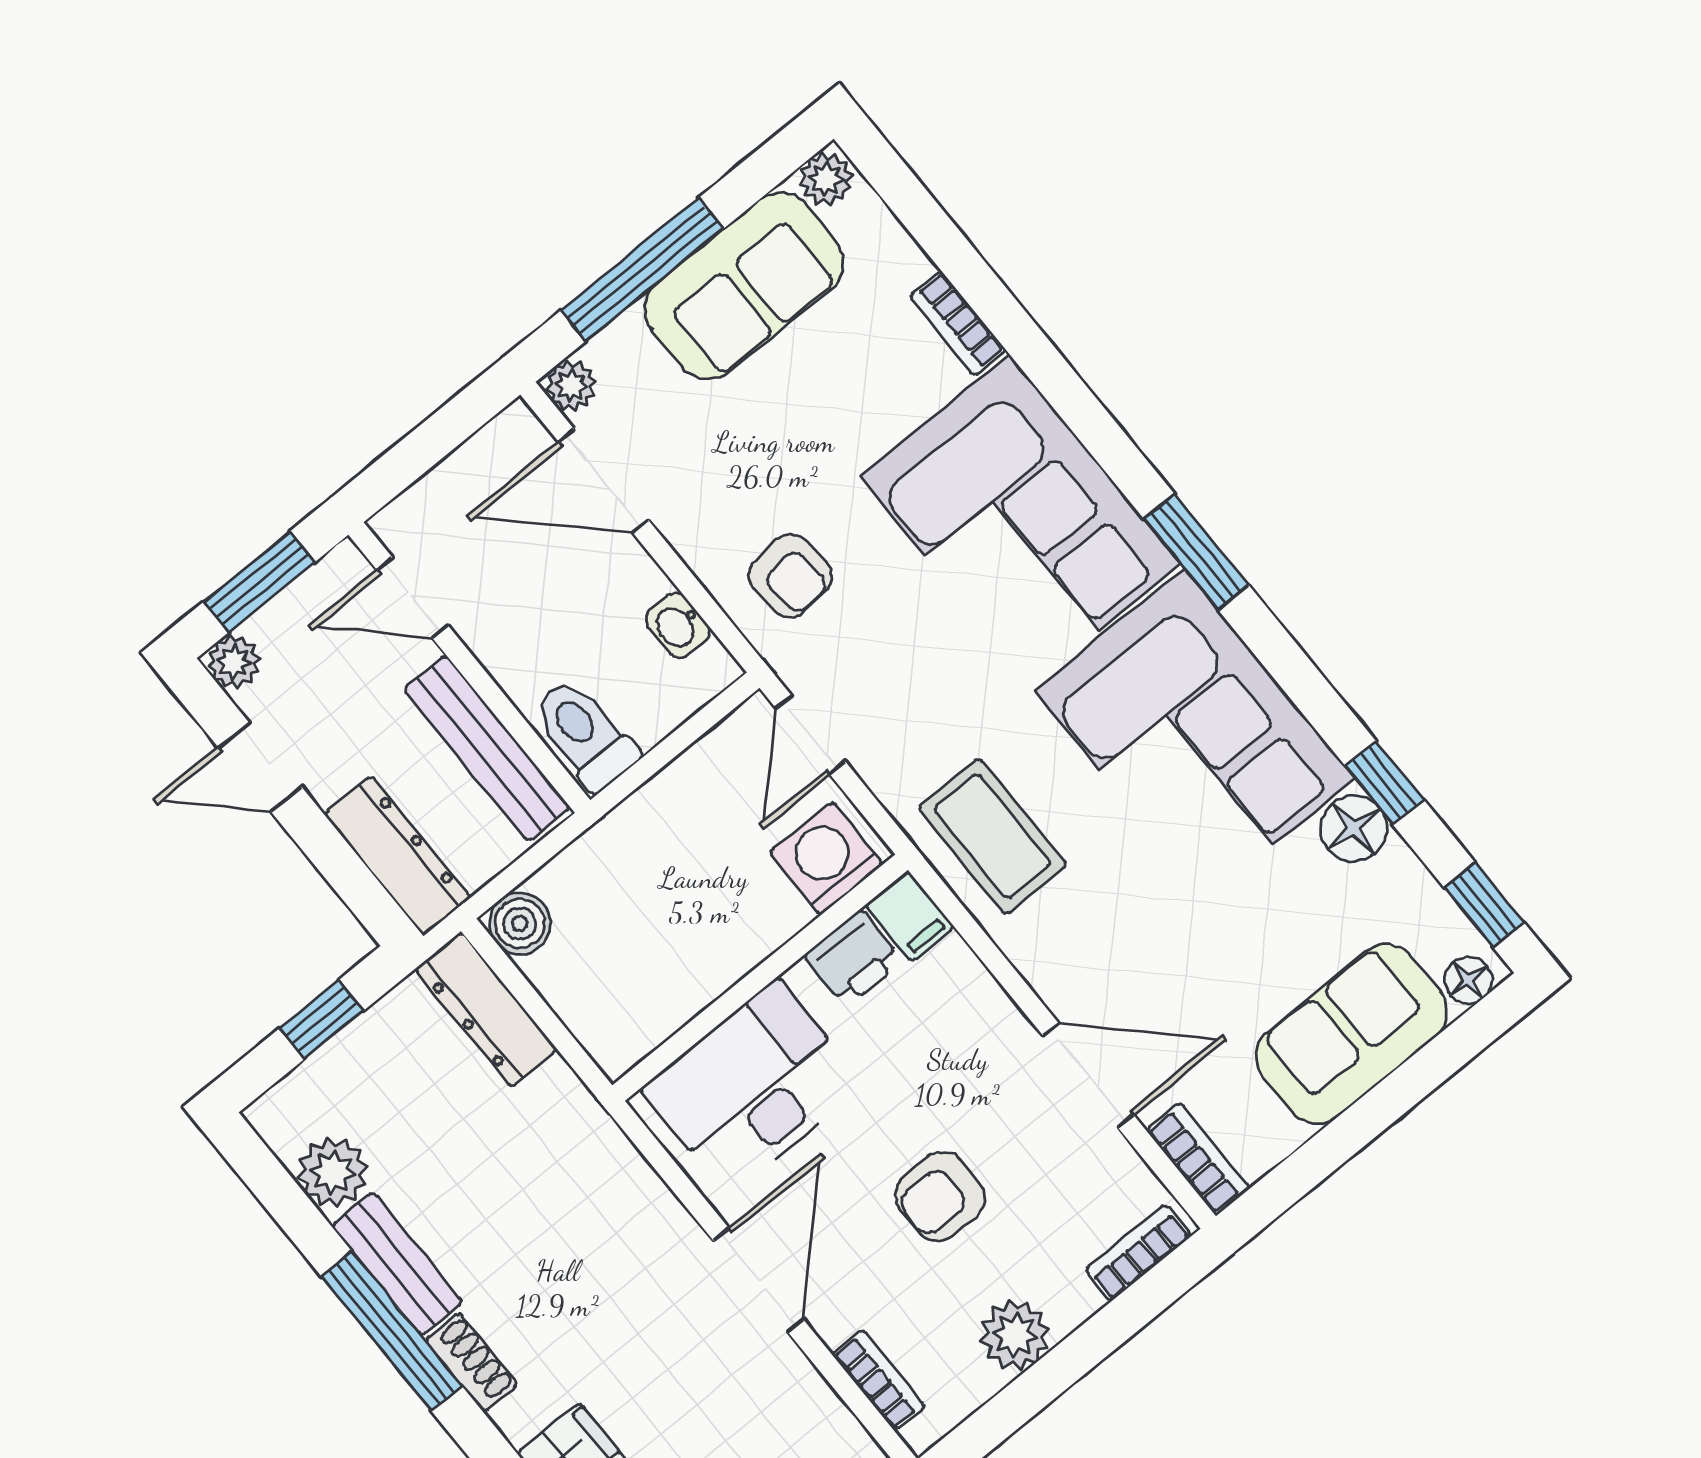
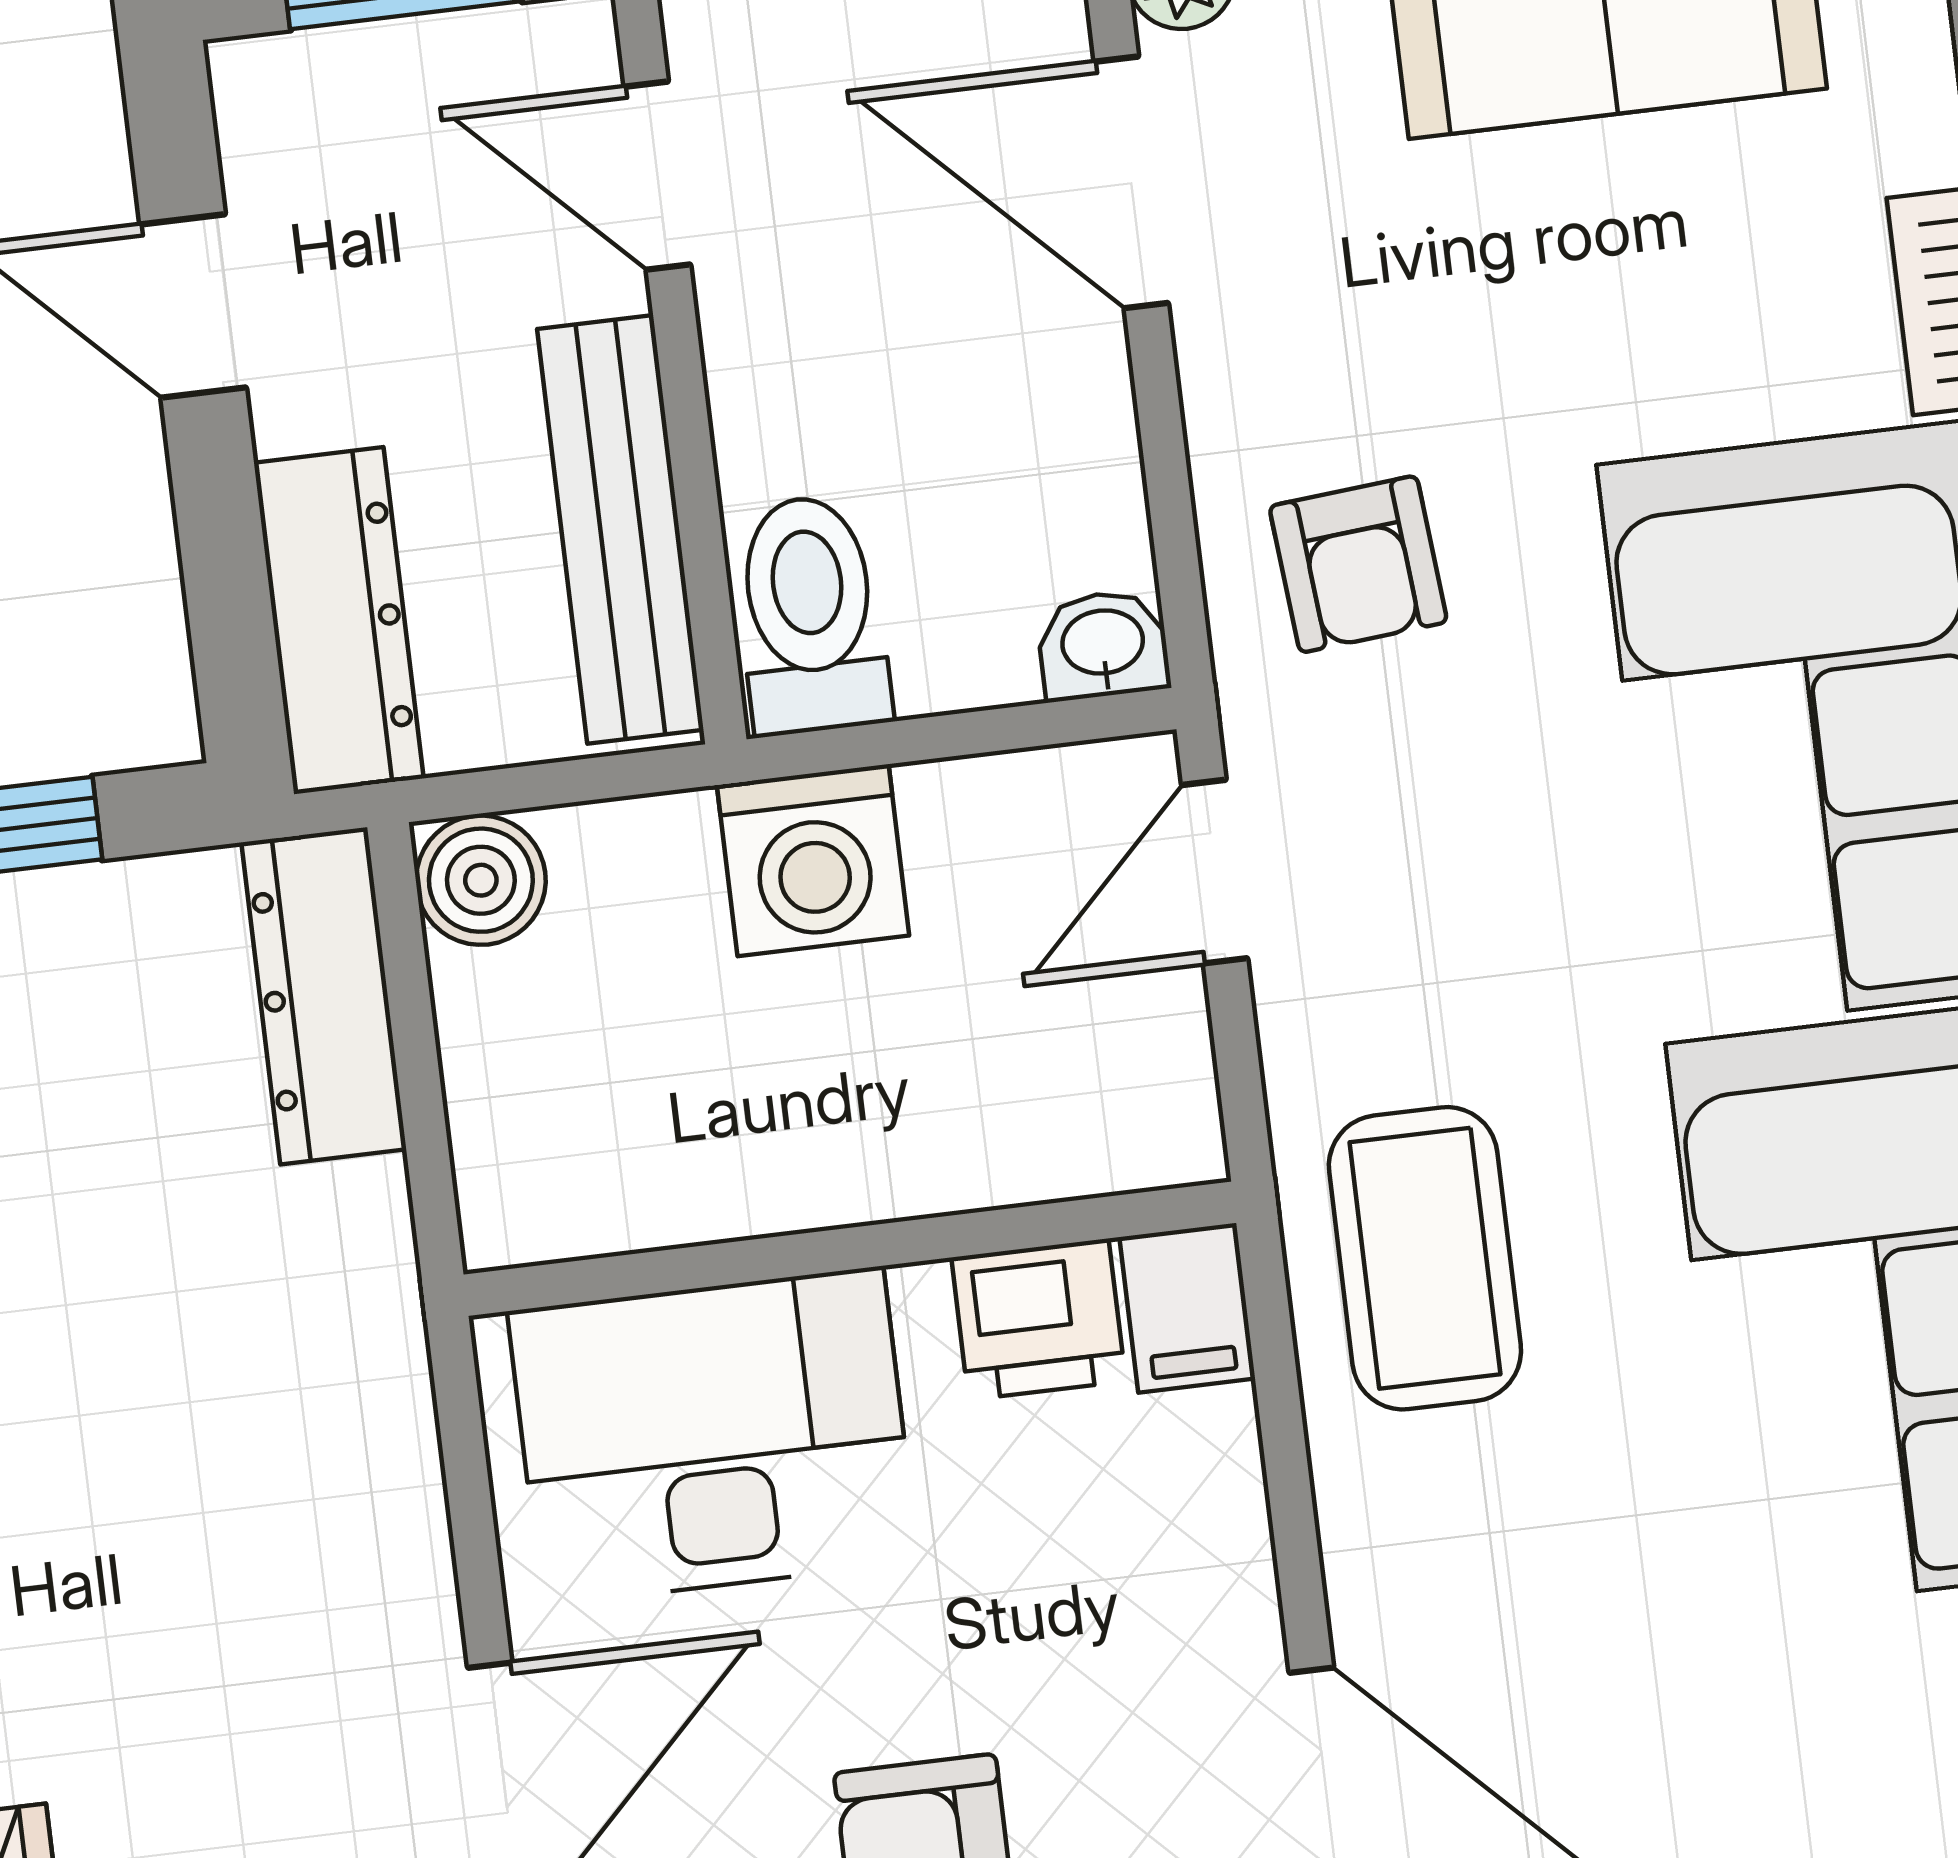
washbasin: (678, 625) -> (1103, 645), moved, turned 90
plant: (234, 662) -> (265, 89), removed
washing machine: (826, 858) -> (813, 860), moved, turned 180

